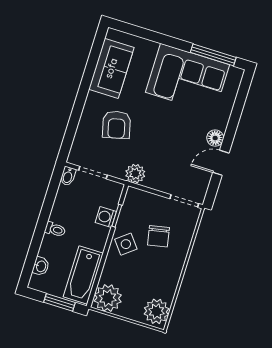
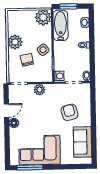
plant: (135, 174) -> (39, 90), moved
washing machine: (106, 217) -> (59, 76), moved
plant: (156, 311) -> (15, 42), moved

